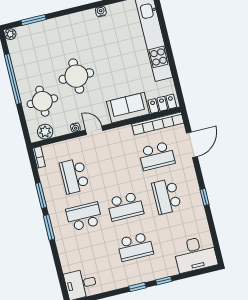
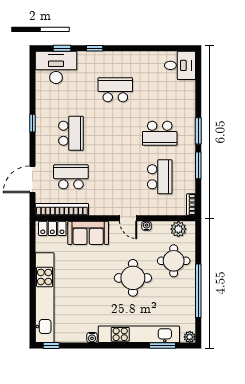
kitchen unit: (58, 25) -> (139, 334), added
school desk: (125, 206) -> (115, 133), removed
window: (137, 287) -> (62, 48), moved

